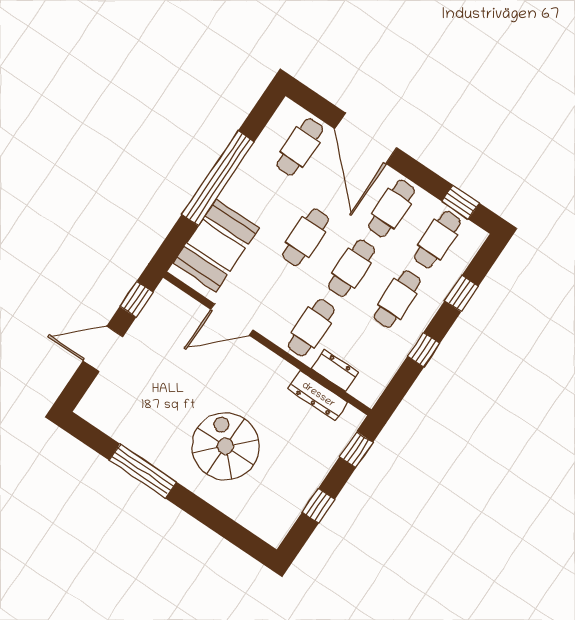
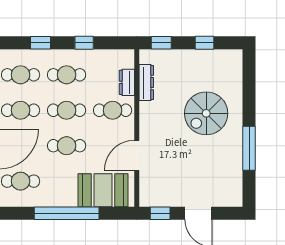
door: (232, 320) -> (137, 155), swing flipped

